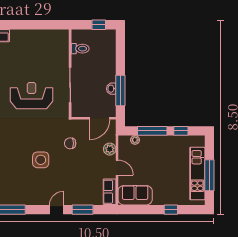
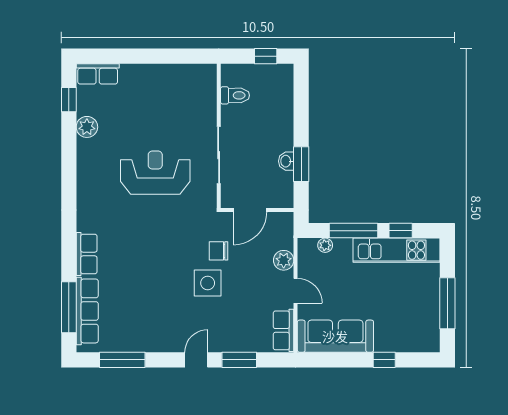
window: (120, 90) -> (301, 164), width x0.69
door: (100, 118) -> (250, 210), moved
side table: (41, 160) -> (208, 283), moved
kitchen unit: (197, 174) -> (397, 250), moved, turned -90
sofa: (135, 195) -> (335, 336), width x1.36

